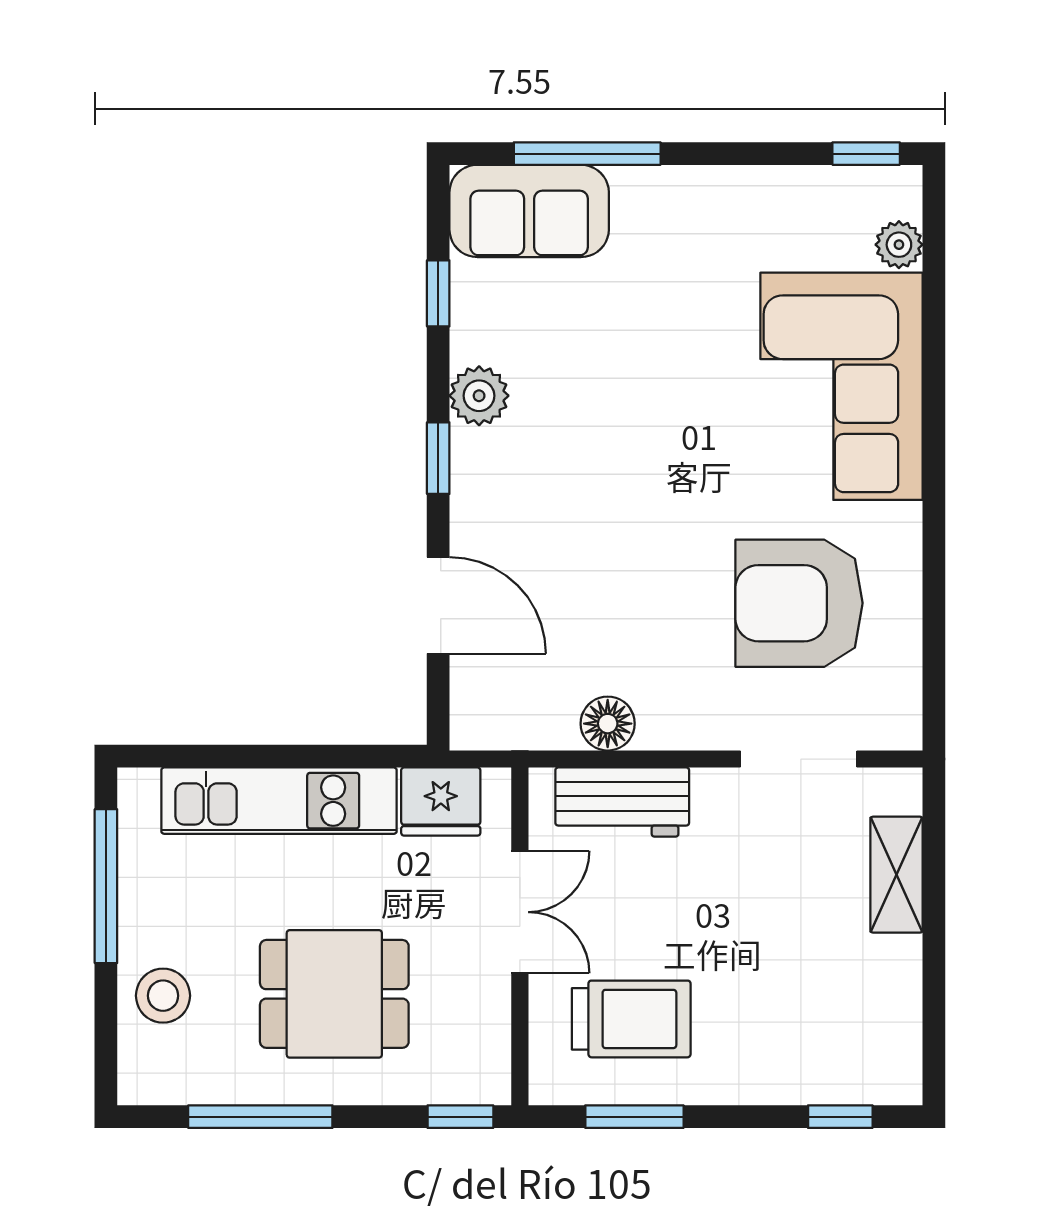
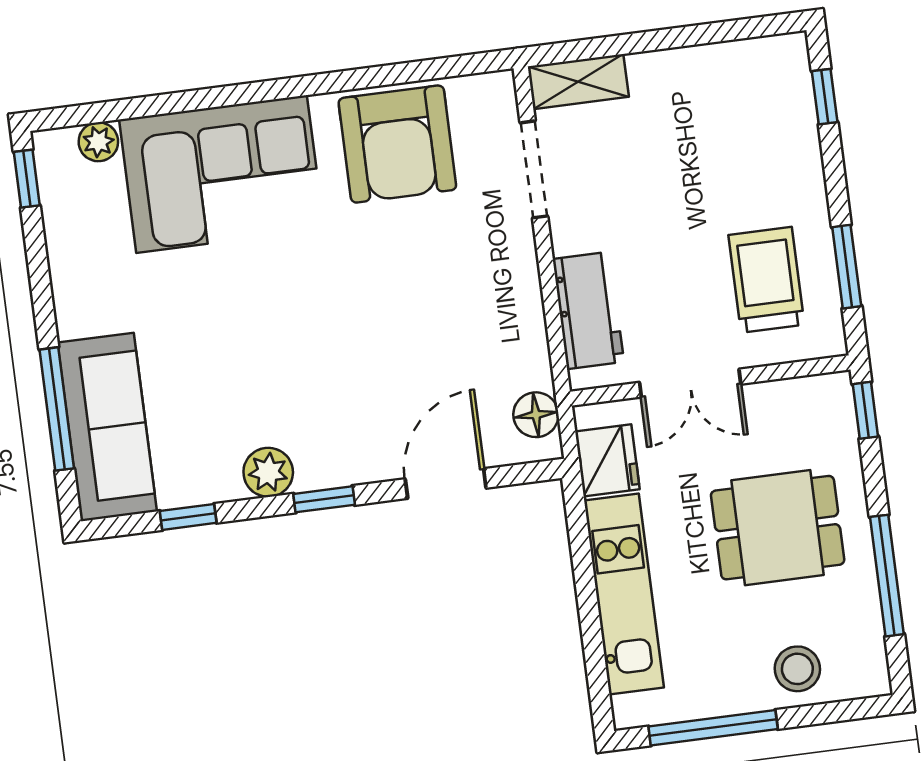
sofa: (529, 211) -> (107, 427), width x1.36
armchair: (799, 603) -> (397, 144), moved
floor lamp: (608, 724) -> (536, 415), moved
shelving: (896, 875) -> (578, 82), moved
double door: (520, 912) -> (690, 383), swing flipped
dining table: (334, 994) -> (778, 528), turned 90

